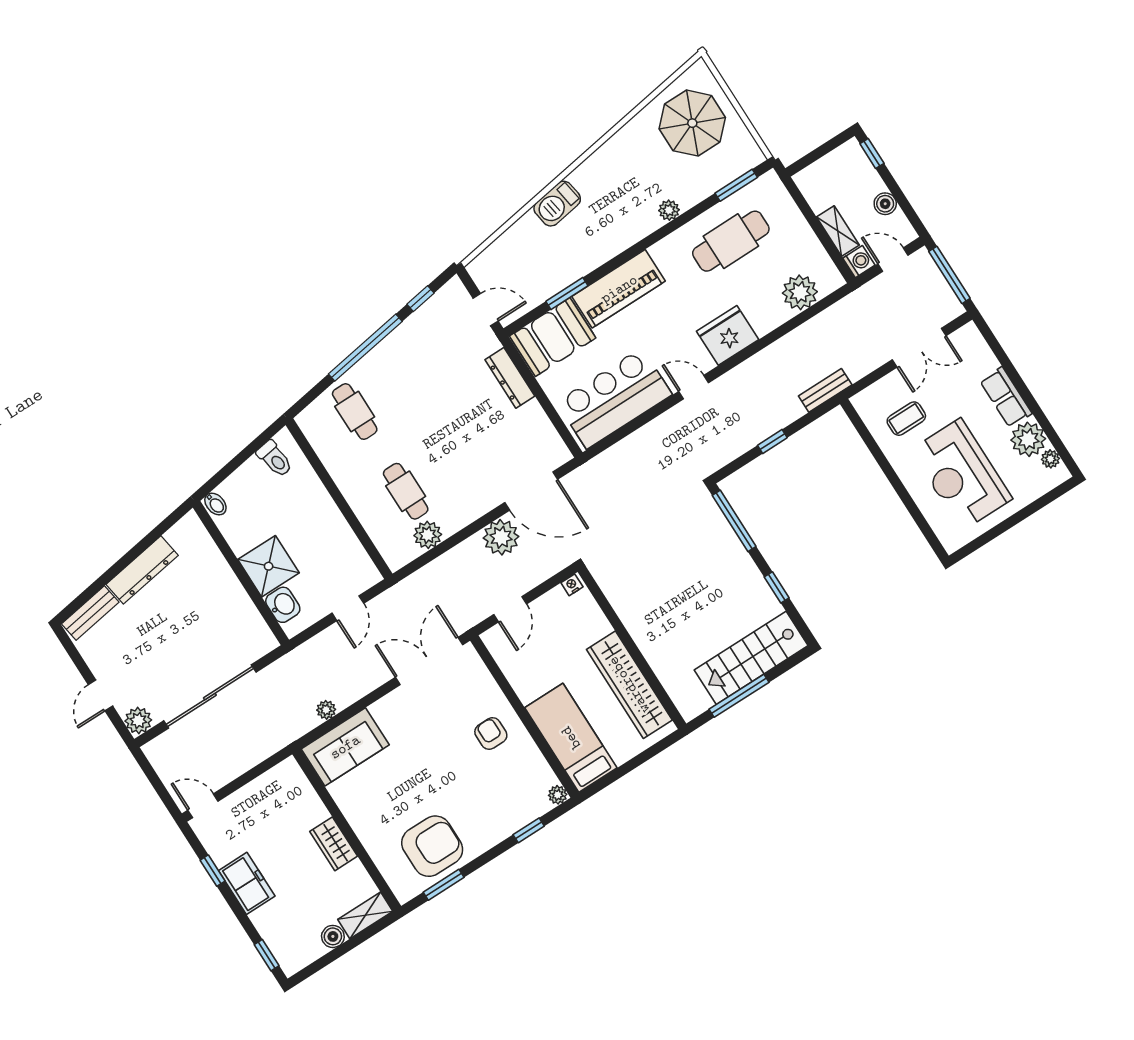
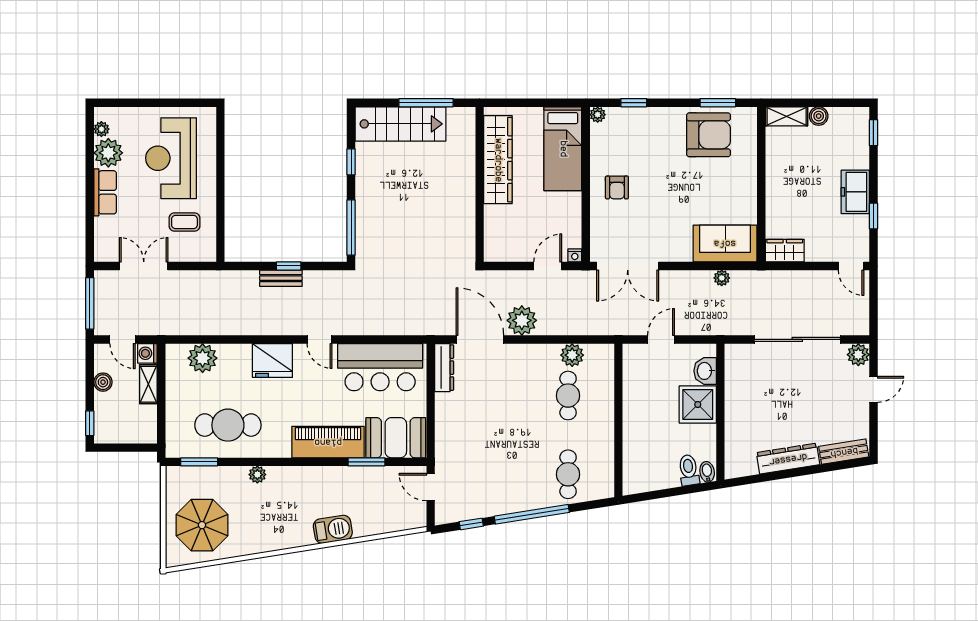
dresser: (510, 378) -> (444, 368), moved
bench: (825, 390) -> (281, 278), moved
toilet: (275, 459) -> (689, 470), moved
reception desk: (961, 474) -> (171, 158), turned 180
nightstand: (572, 585) -> (575, 255), moved
wardrobe: (334, 844) -> (785, 251), moved, turned -90
armchair: (432, 846) -> (709, 135), turned 180

